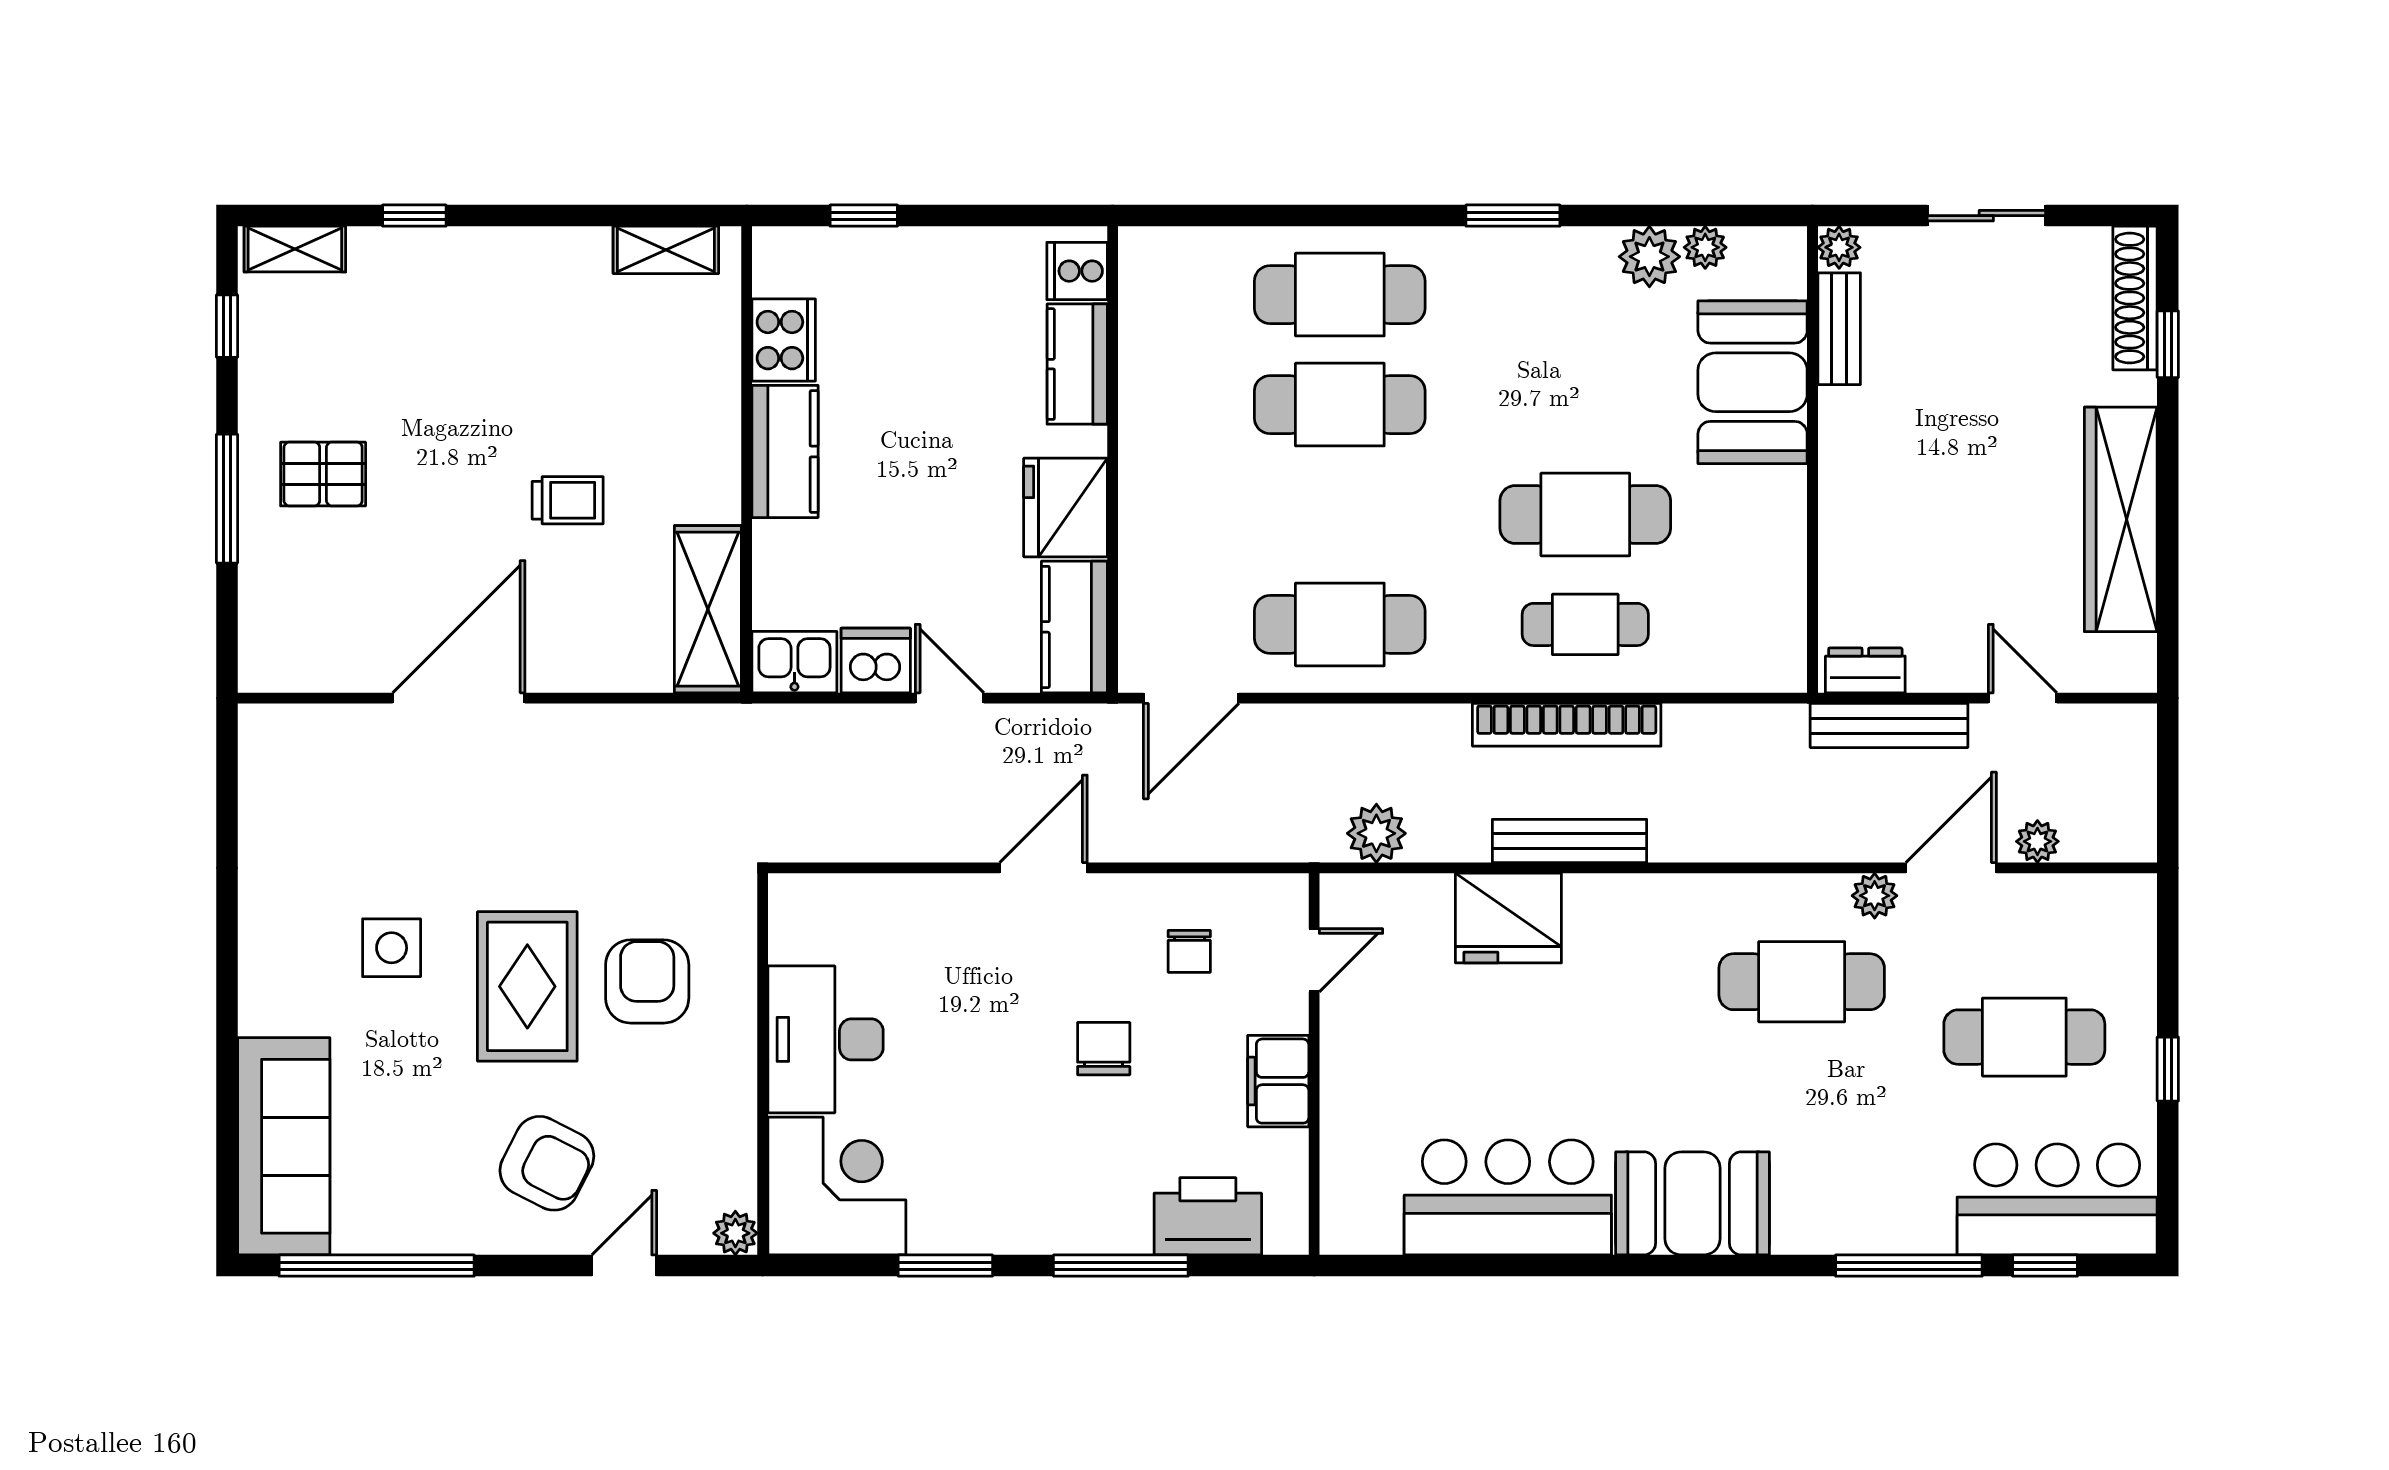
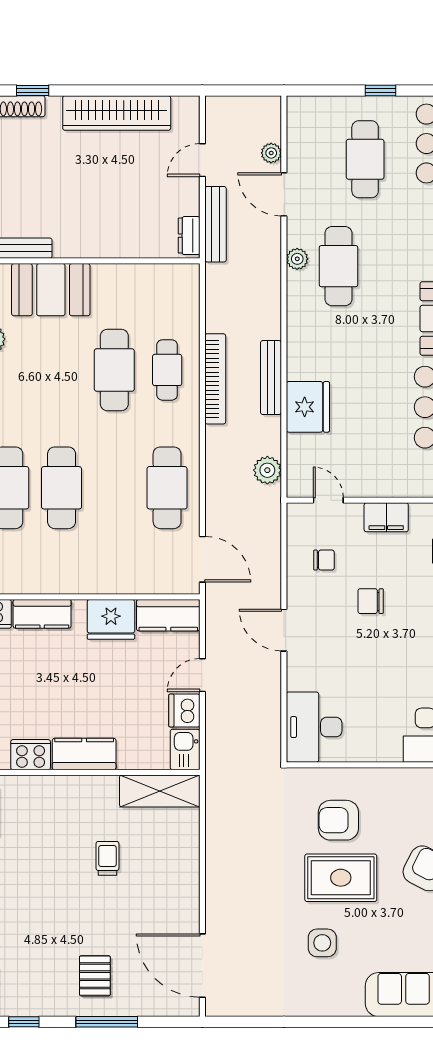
door: (459, 698) -> (202, 966), moved
plant: (1875, 896) -> (297, 259), moved
desk: (826, 1039) -> (314, 727), moved, turned 90

